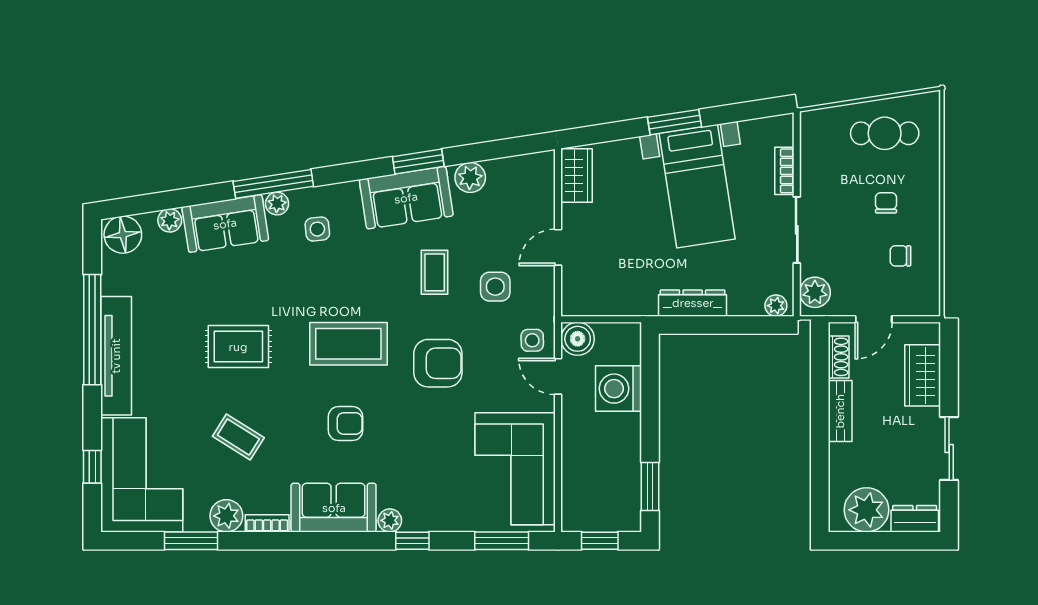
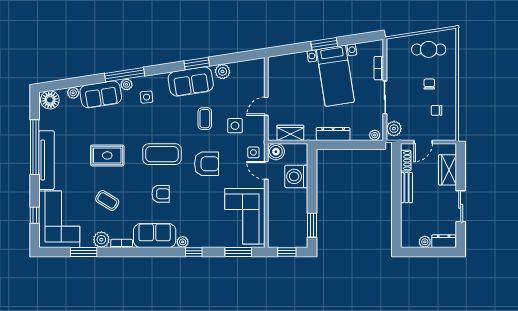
wardrobe: (577, 175) -> (290, 133), moved, turned -90
plant: (867, 510) -> (425, 242), width x0.53, depth x0.53

